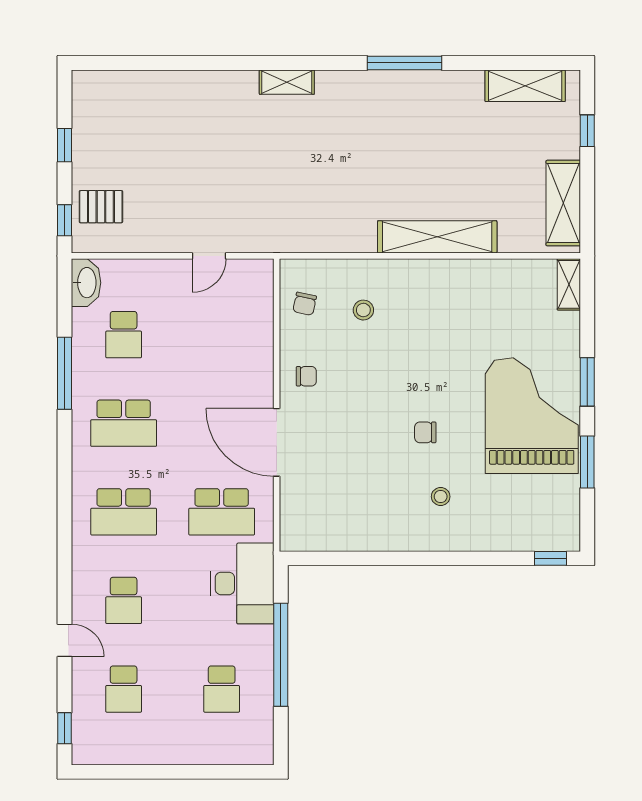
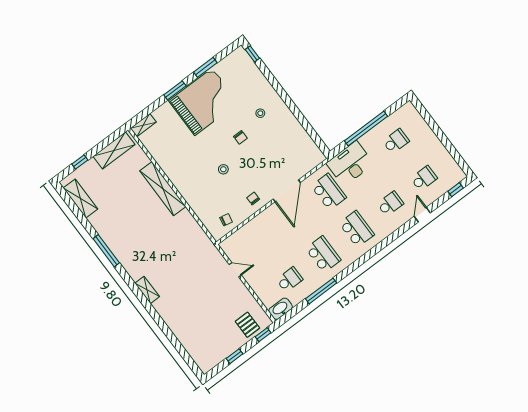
stool: (363, 310) -> (223, 169), moved
grand piano: (532, 416) -> (204, 102), turned 180

